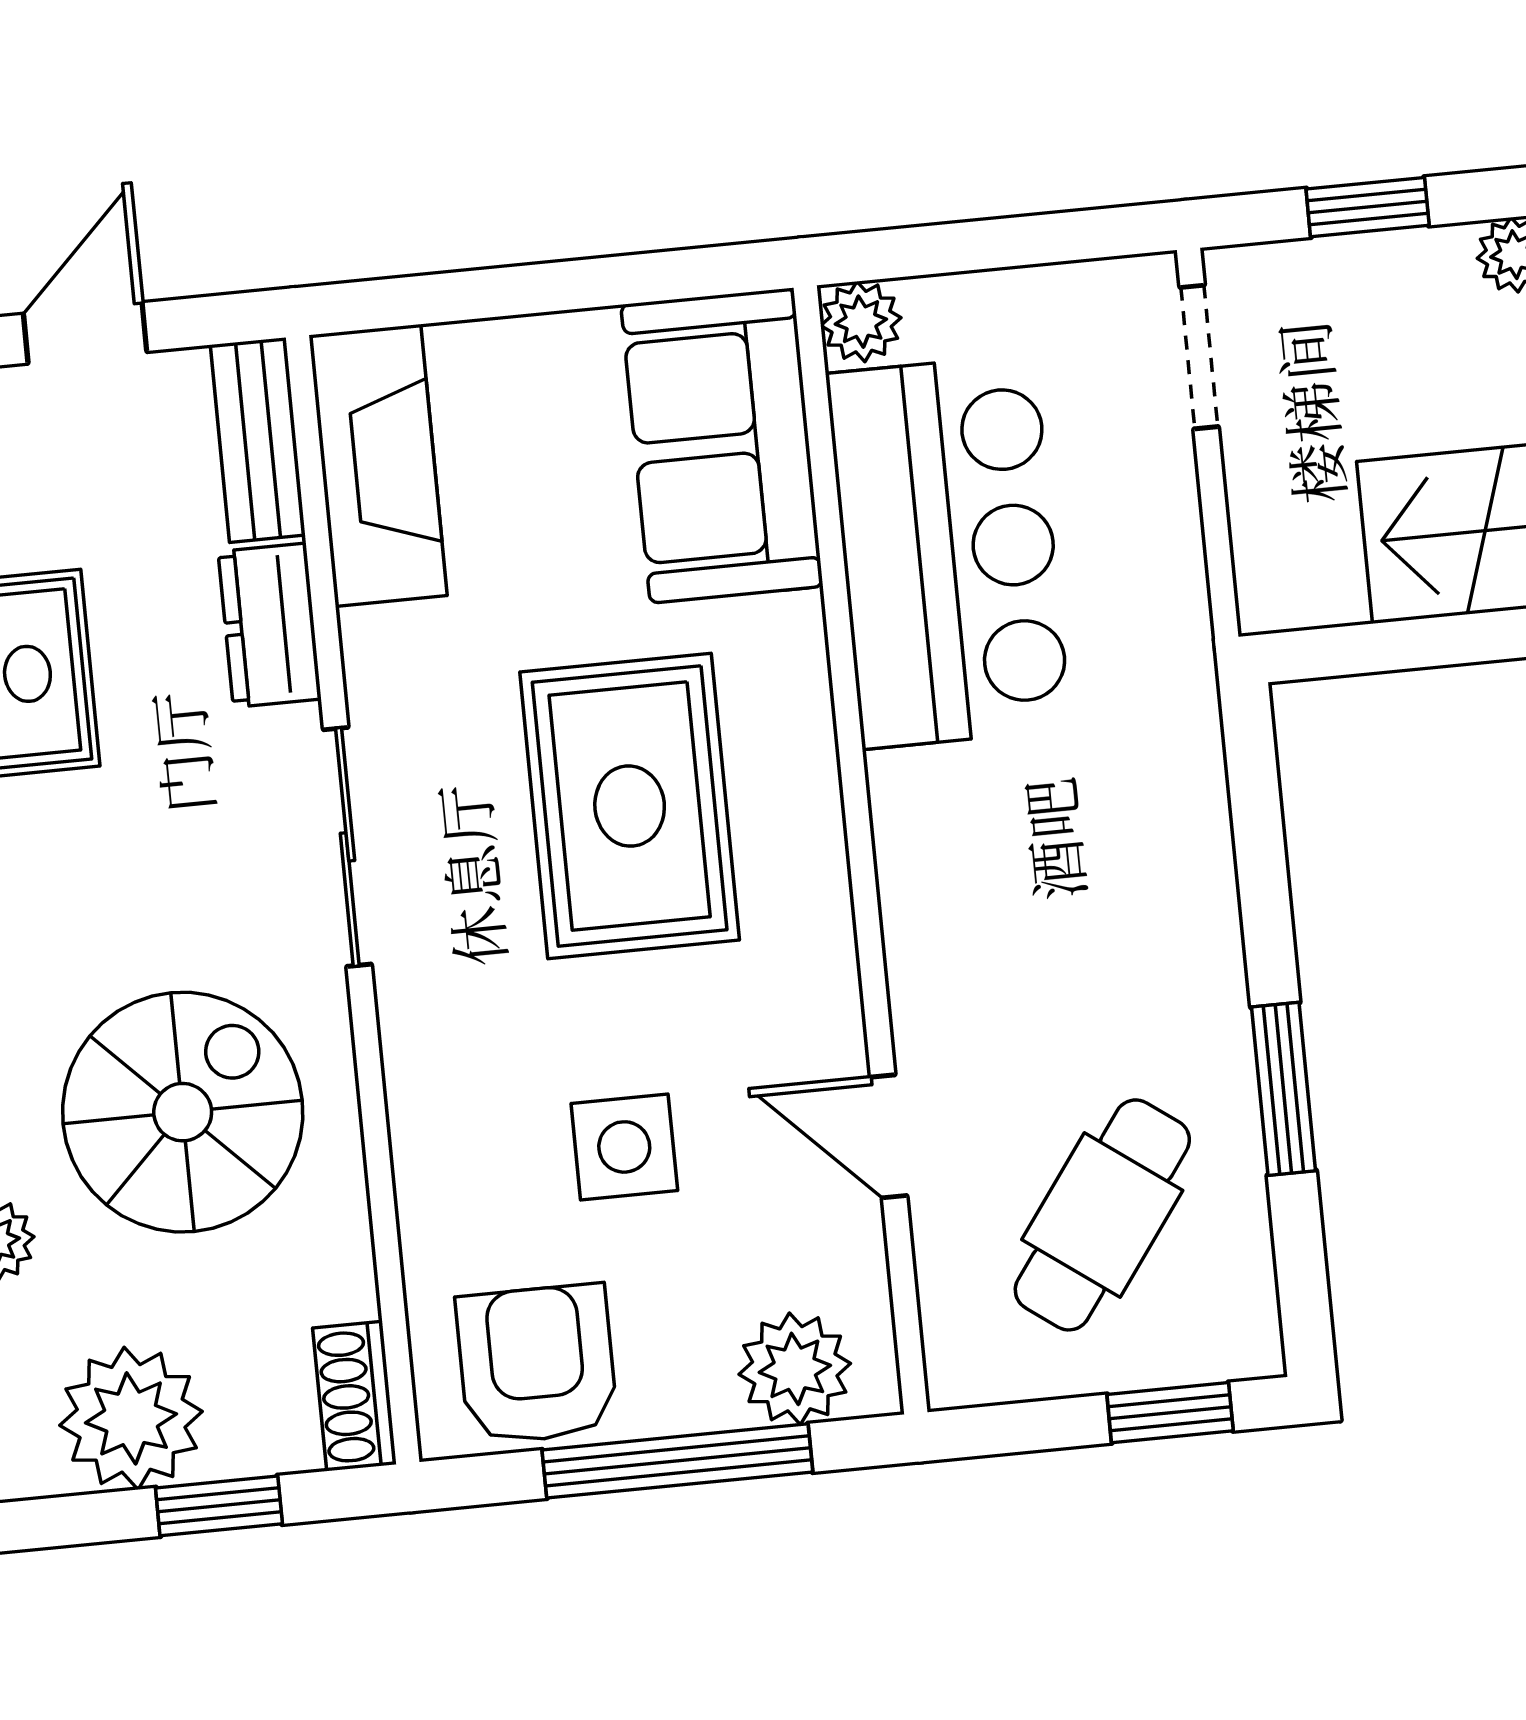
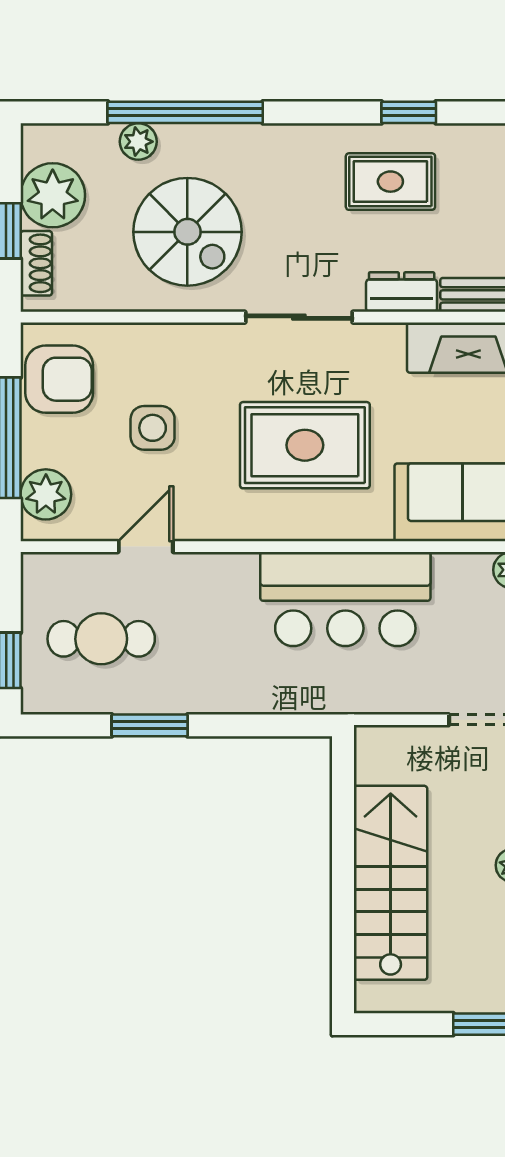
bar counter: (948, 551) -> (345, 599), moved
cafe table: (1102, 1215) -> (101, 639), turned -36
shoe rack: (355, 1396) -> (36, 263), moved, turned 90

